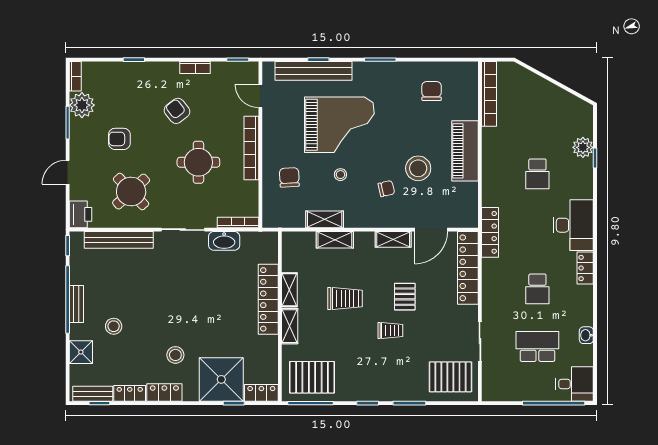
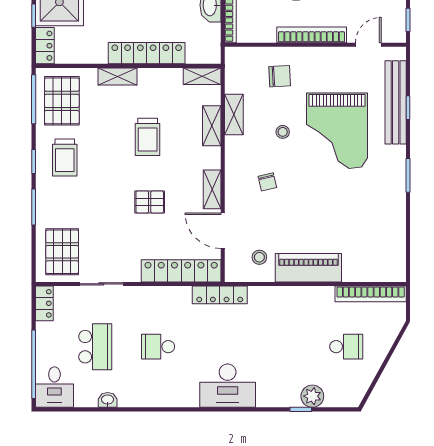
chair: (432, 91) -> (374, 231), removed
stool: (418, 168) -> (259, 257), moved, width x0.53, depth x0.53
school desk: (537, 174) -> (346, 347), moved, turned 180
locker: (585, 268) -> (44, 303), moved, turned 90
shelving: (289, 290) -> (202, 76), moved
trolley: (390, 330) -> (65, 157), moved, width x1.36, depth x1.39

